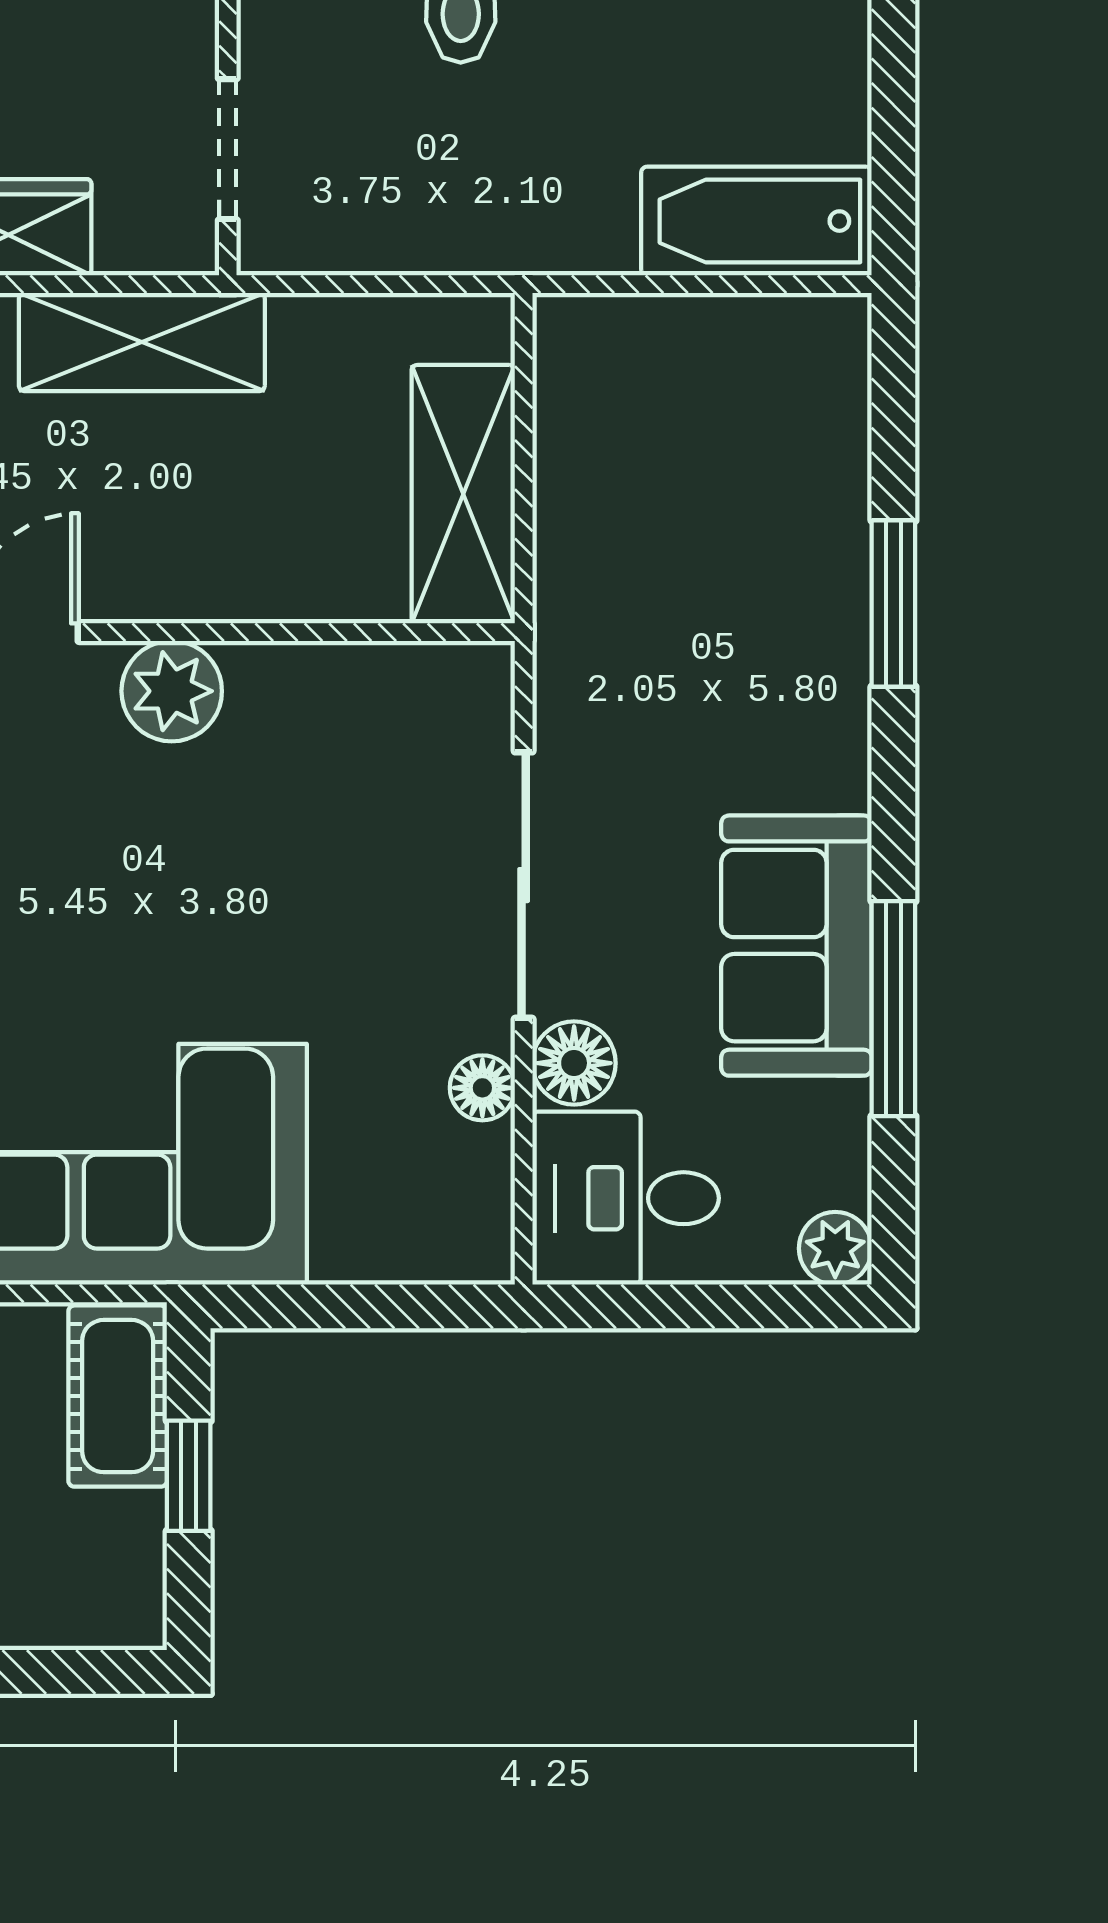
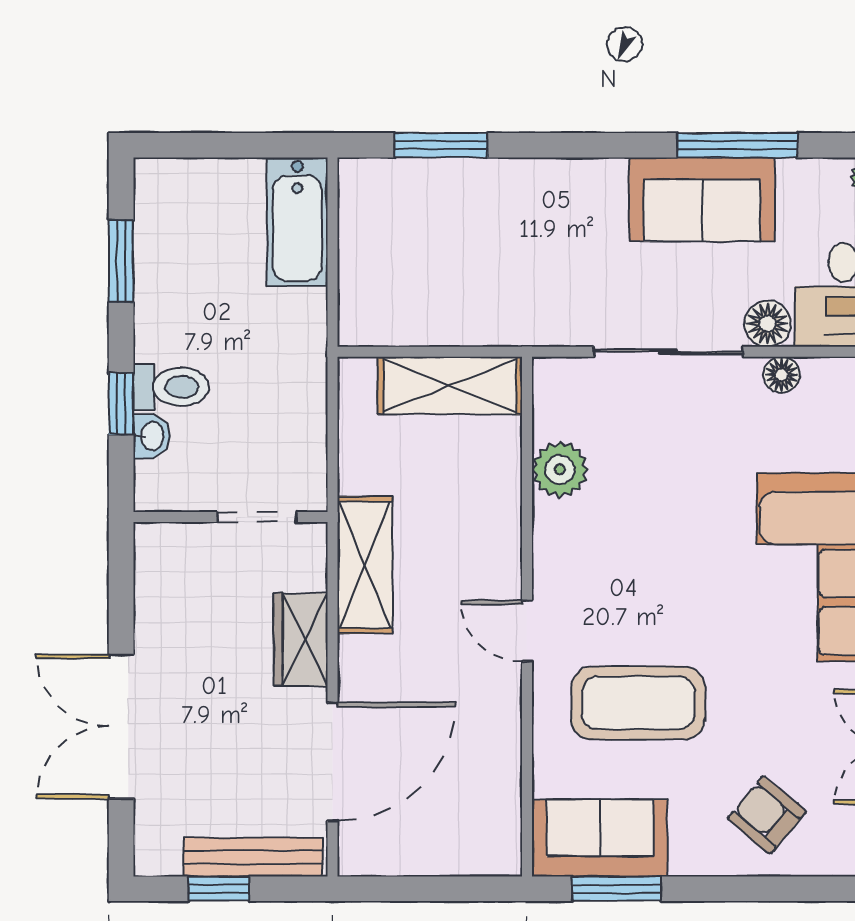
window: (893, 604) -> (441, 145), moved
plant: (172, 691) -> (560, 469), moved

